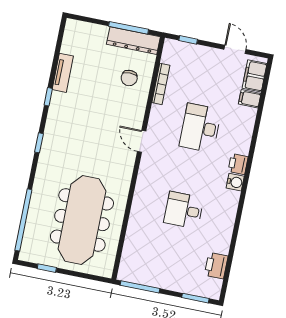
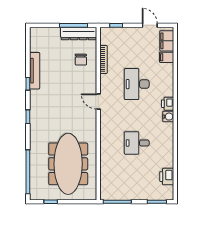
tv unit: (63, 73) -> (35, 71), width x1.41

